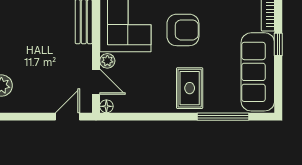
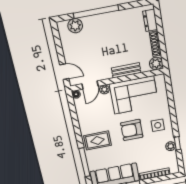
armchair: (183, 30) -> (132, 130), turned 90

